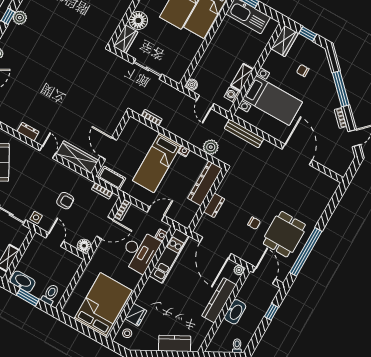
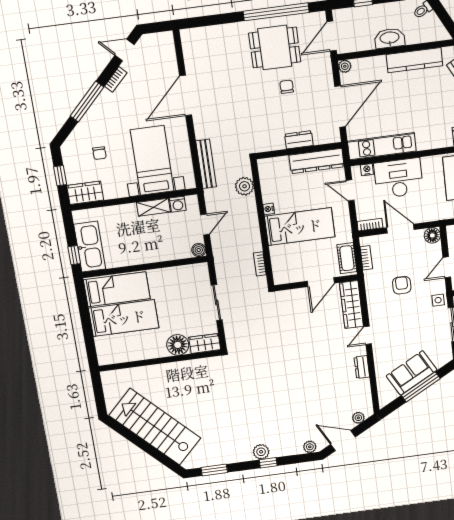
dresser: (205, 183) -> (317, 161), moved
kitchen counter: (219, 300) -> (414, 60), moved

